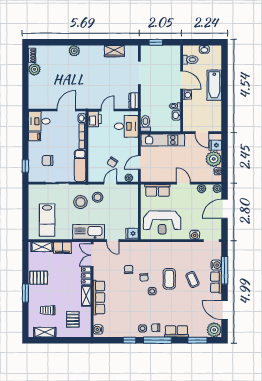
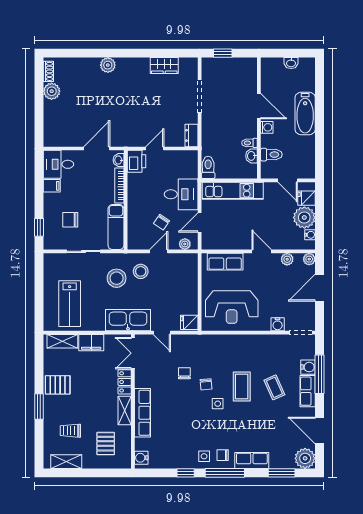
toilet: (190, 60) -> (271, 155), moved
desk: (126, 126) -> (181, 194), moved

